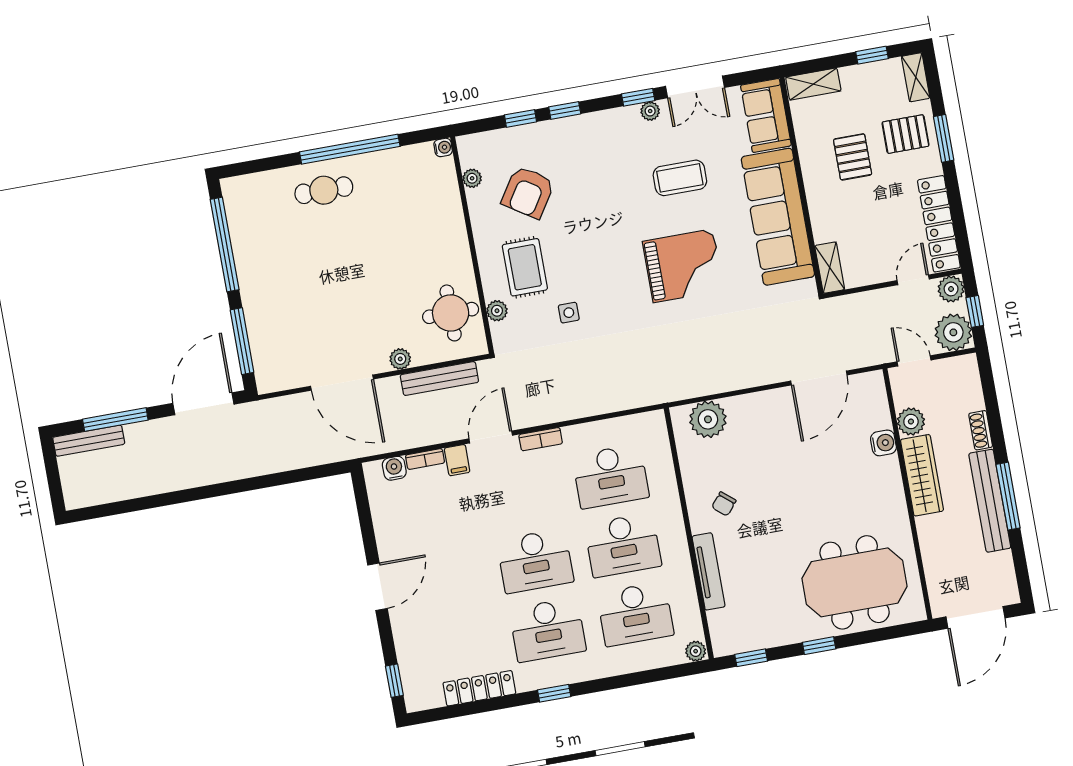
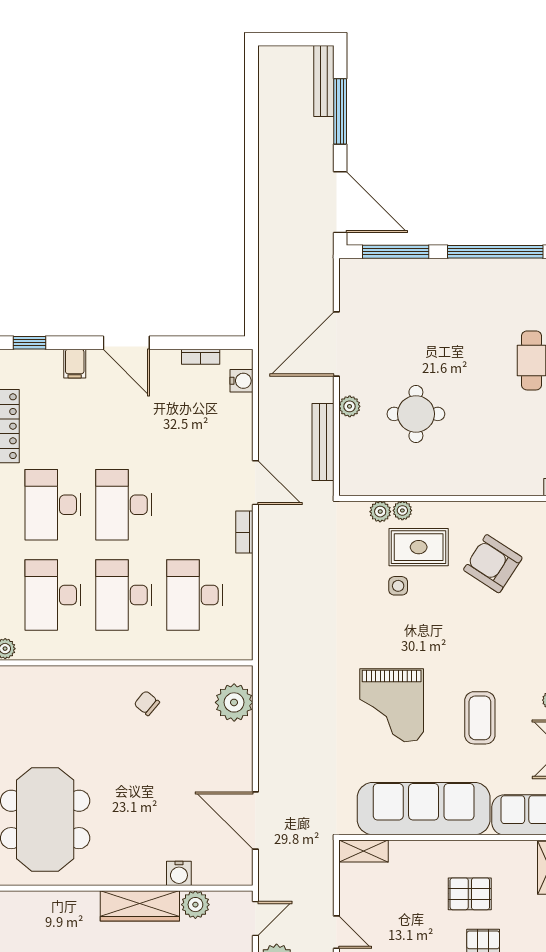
plant: (472, 178) -> (402, 510), moved
round table: (451, 313) -> (416, 414), moved
side table: (569, 313) -> (398, 586), moved
bookcase: (425, 459) -> (201, 357), moved, turned -90
filing cabinet: (457, 460) -> (75, 364), moved, turned -90
tv unit: (709, 571) -> (82, 676), removed

